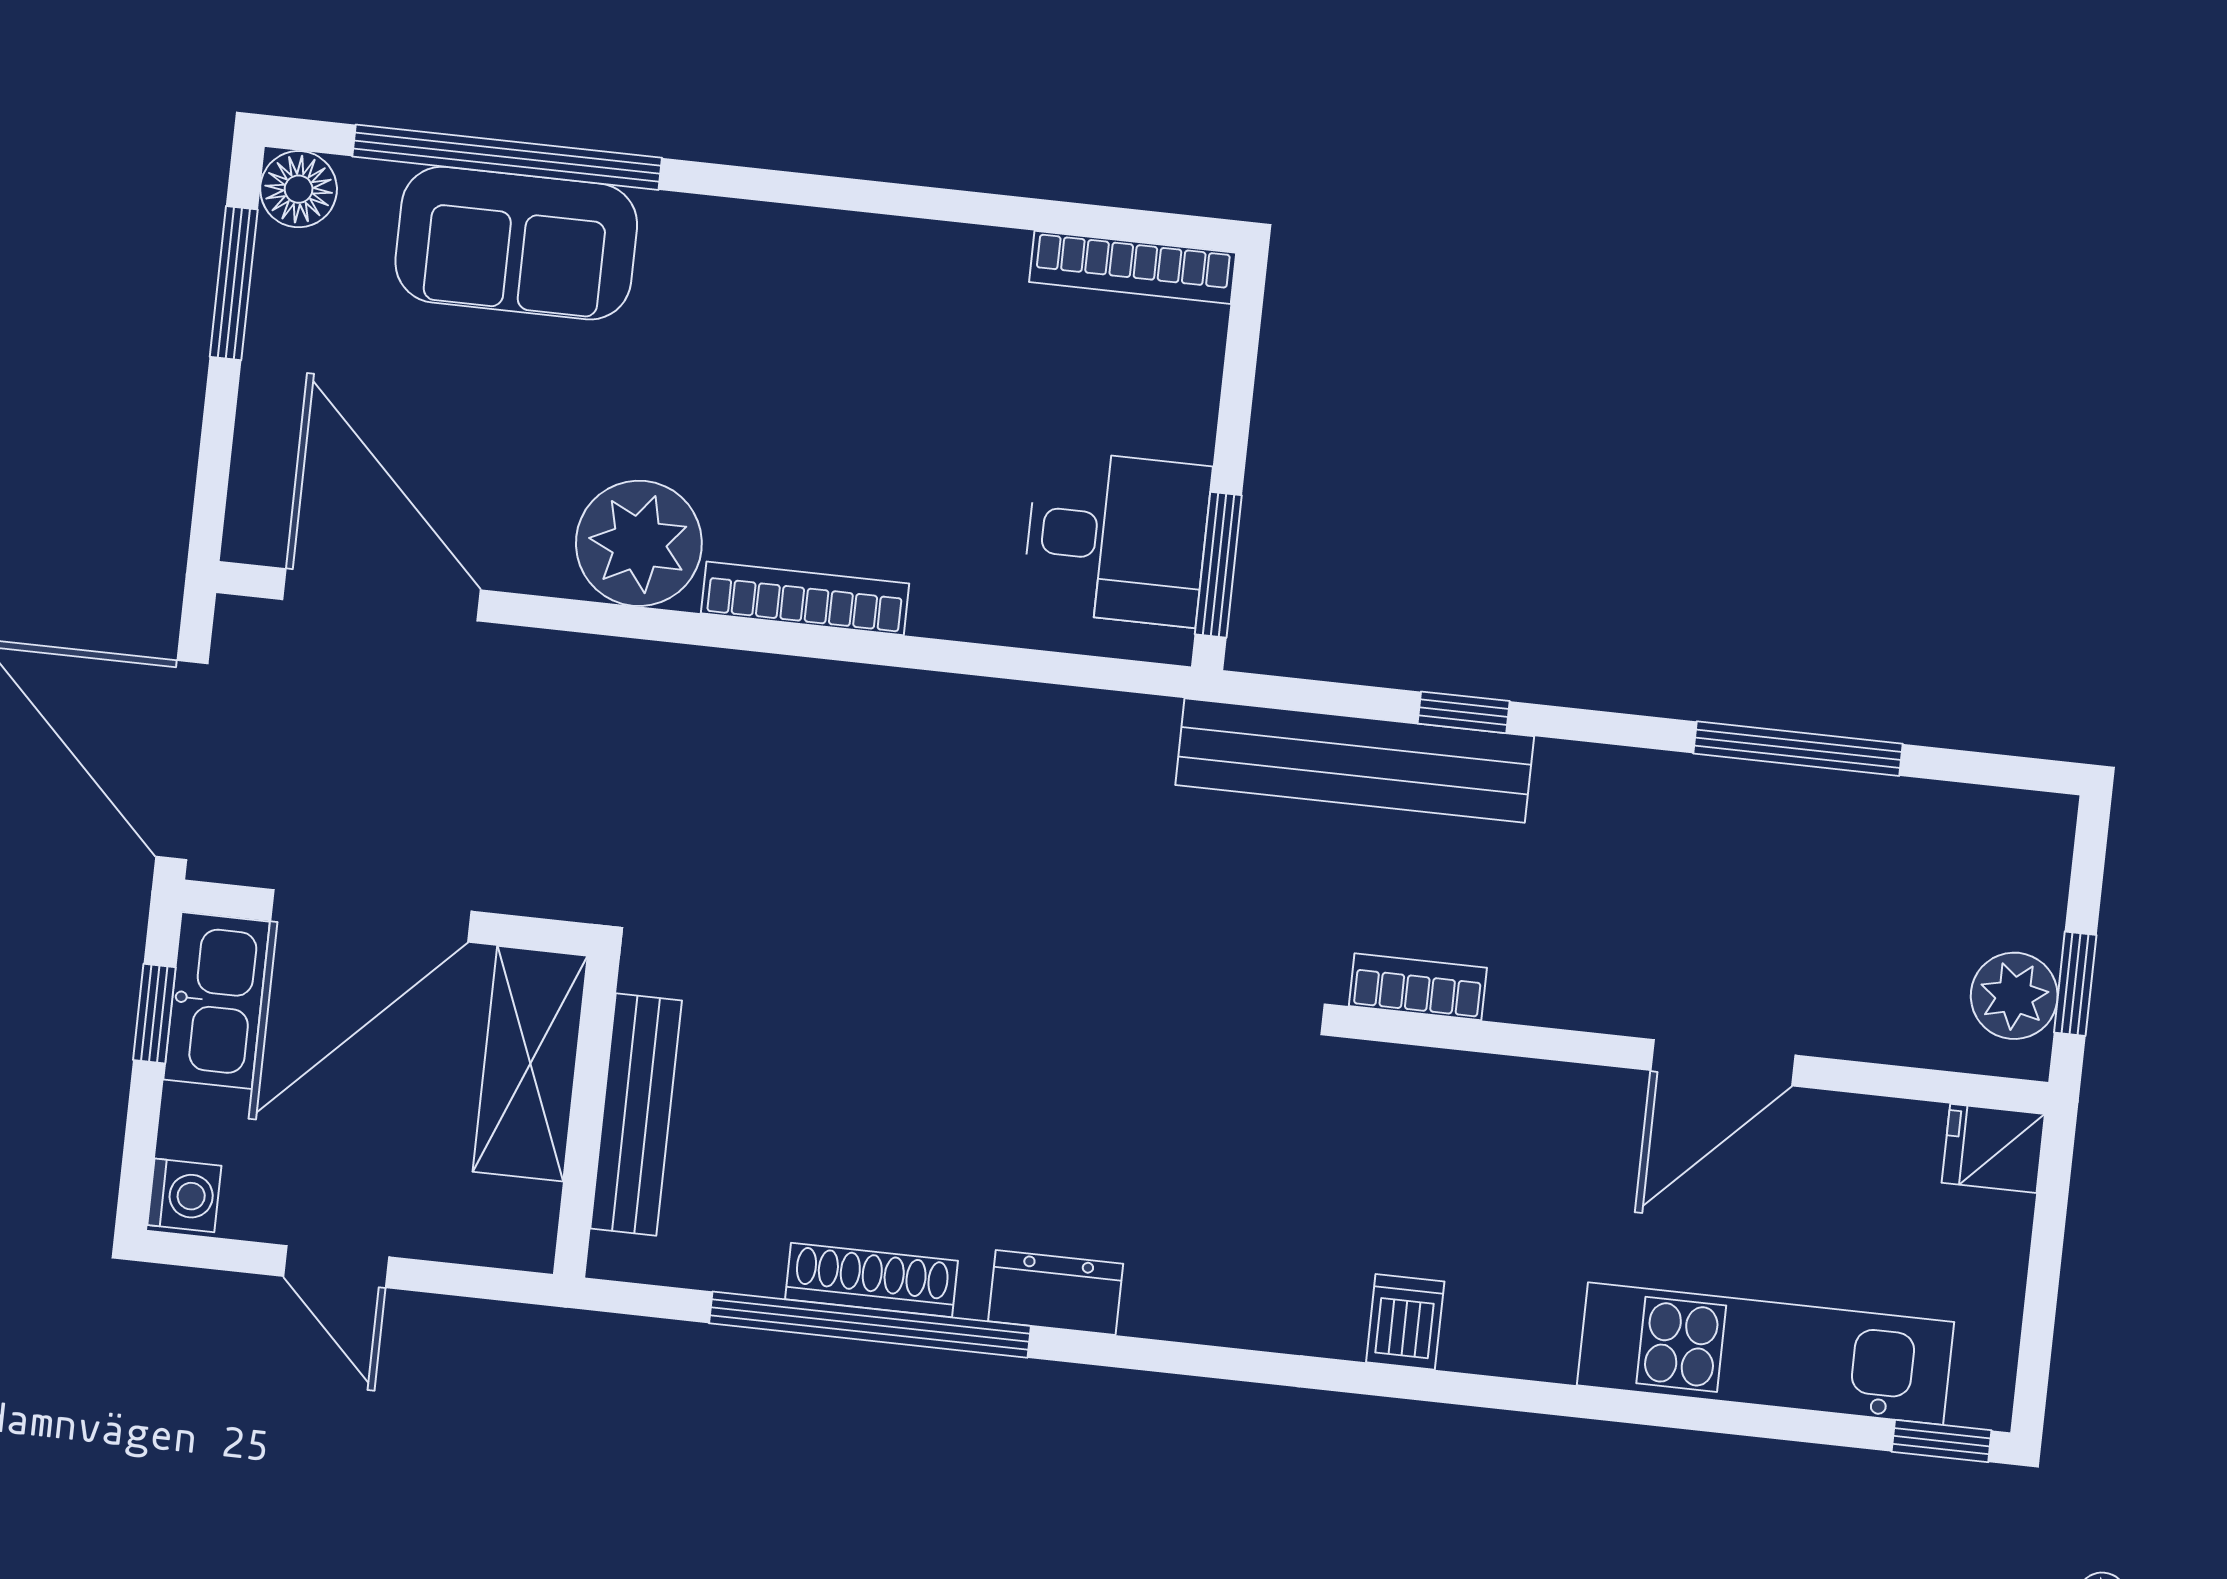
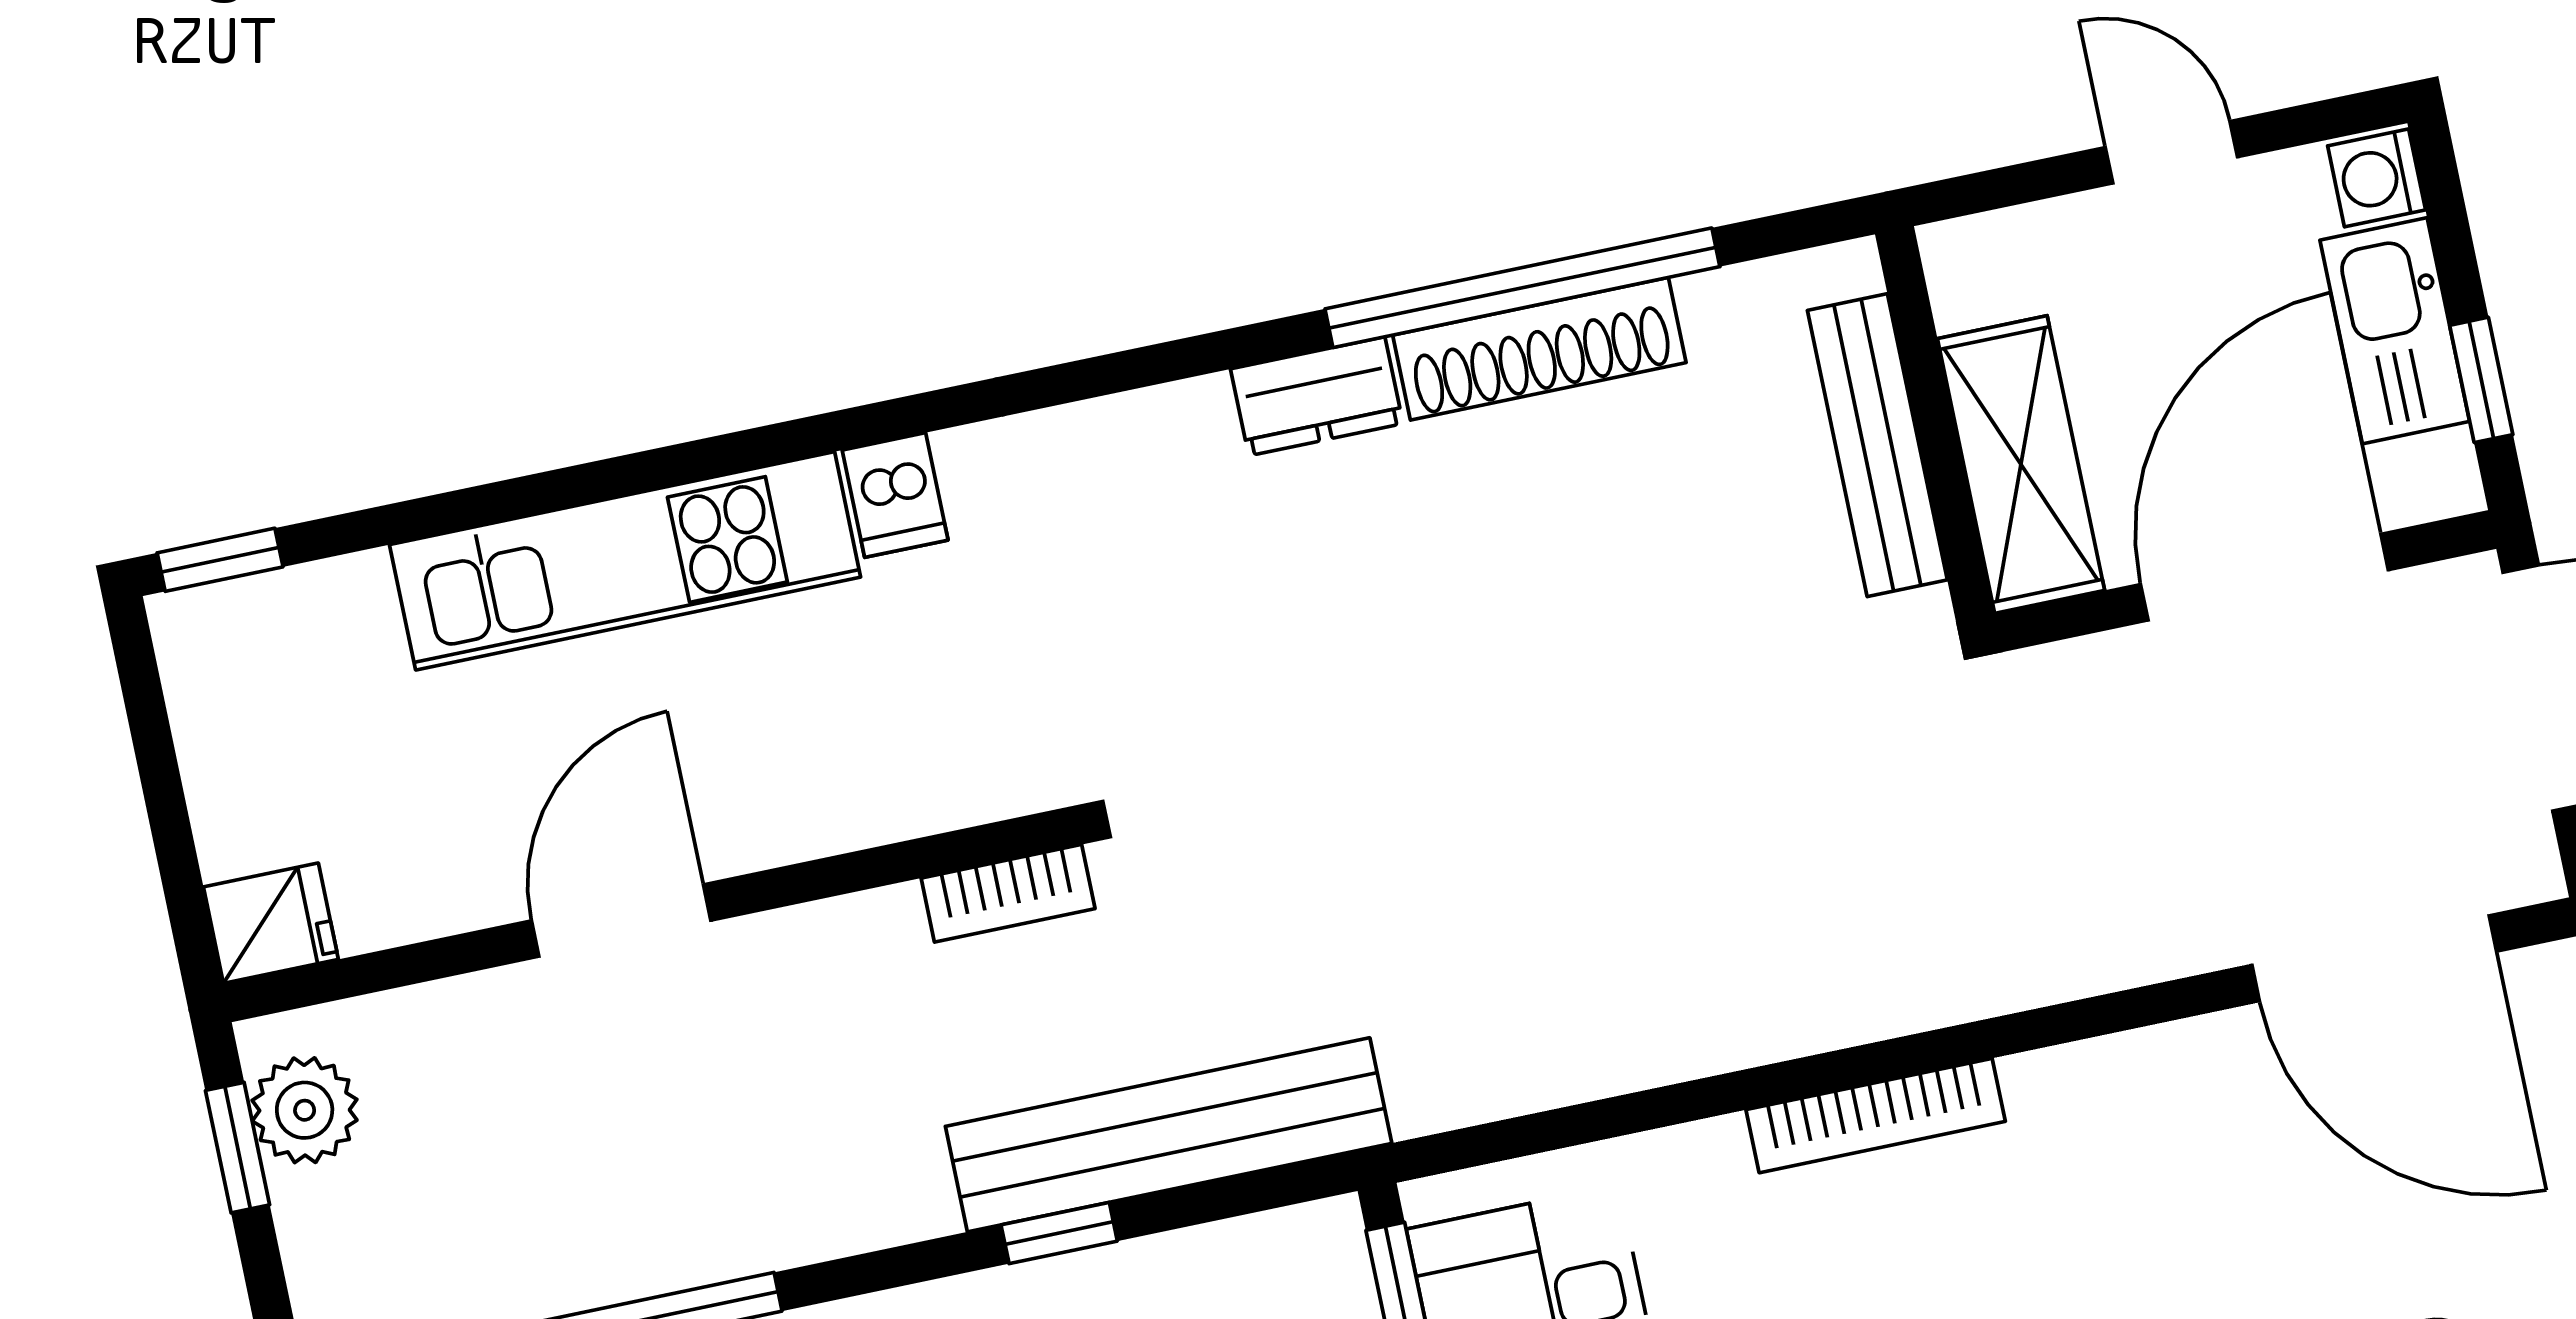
plant: (639, 543) -> (2092, 1117), removed
kitchen sink: (217, 1001) -> (2395, 331), moved
shoe rack: (871, 1280) -> (1539, 349), width x1.36, depth x1.24
kitchen unit: (1765, 1354) -> (625, 561), moved

